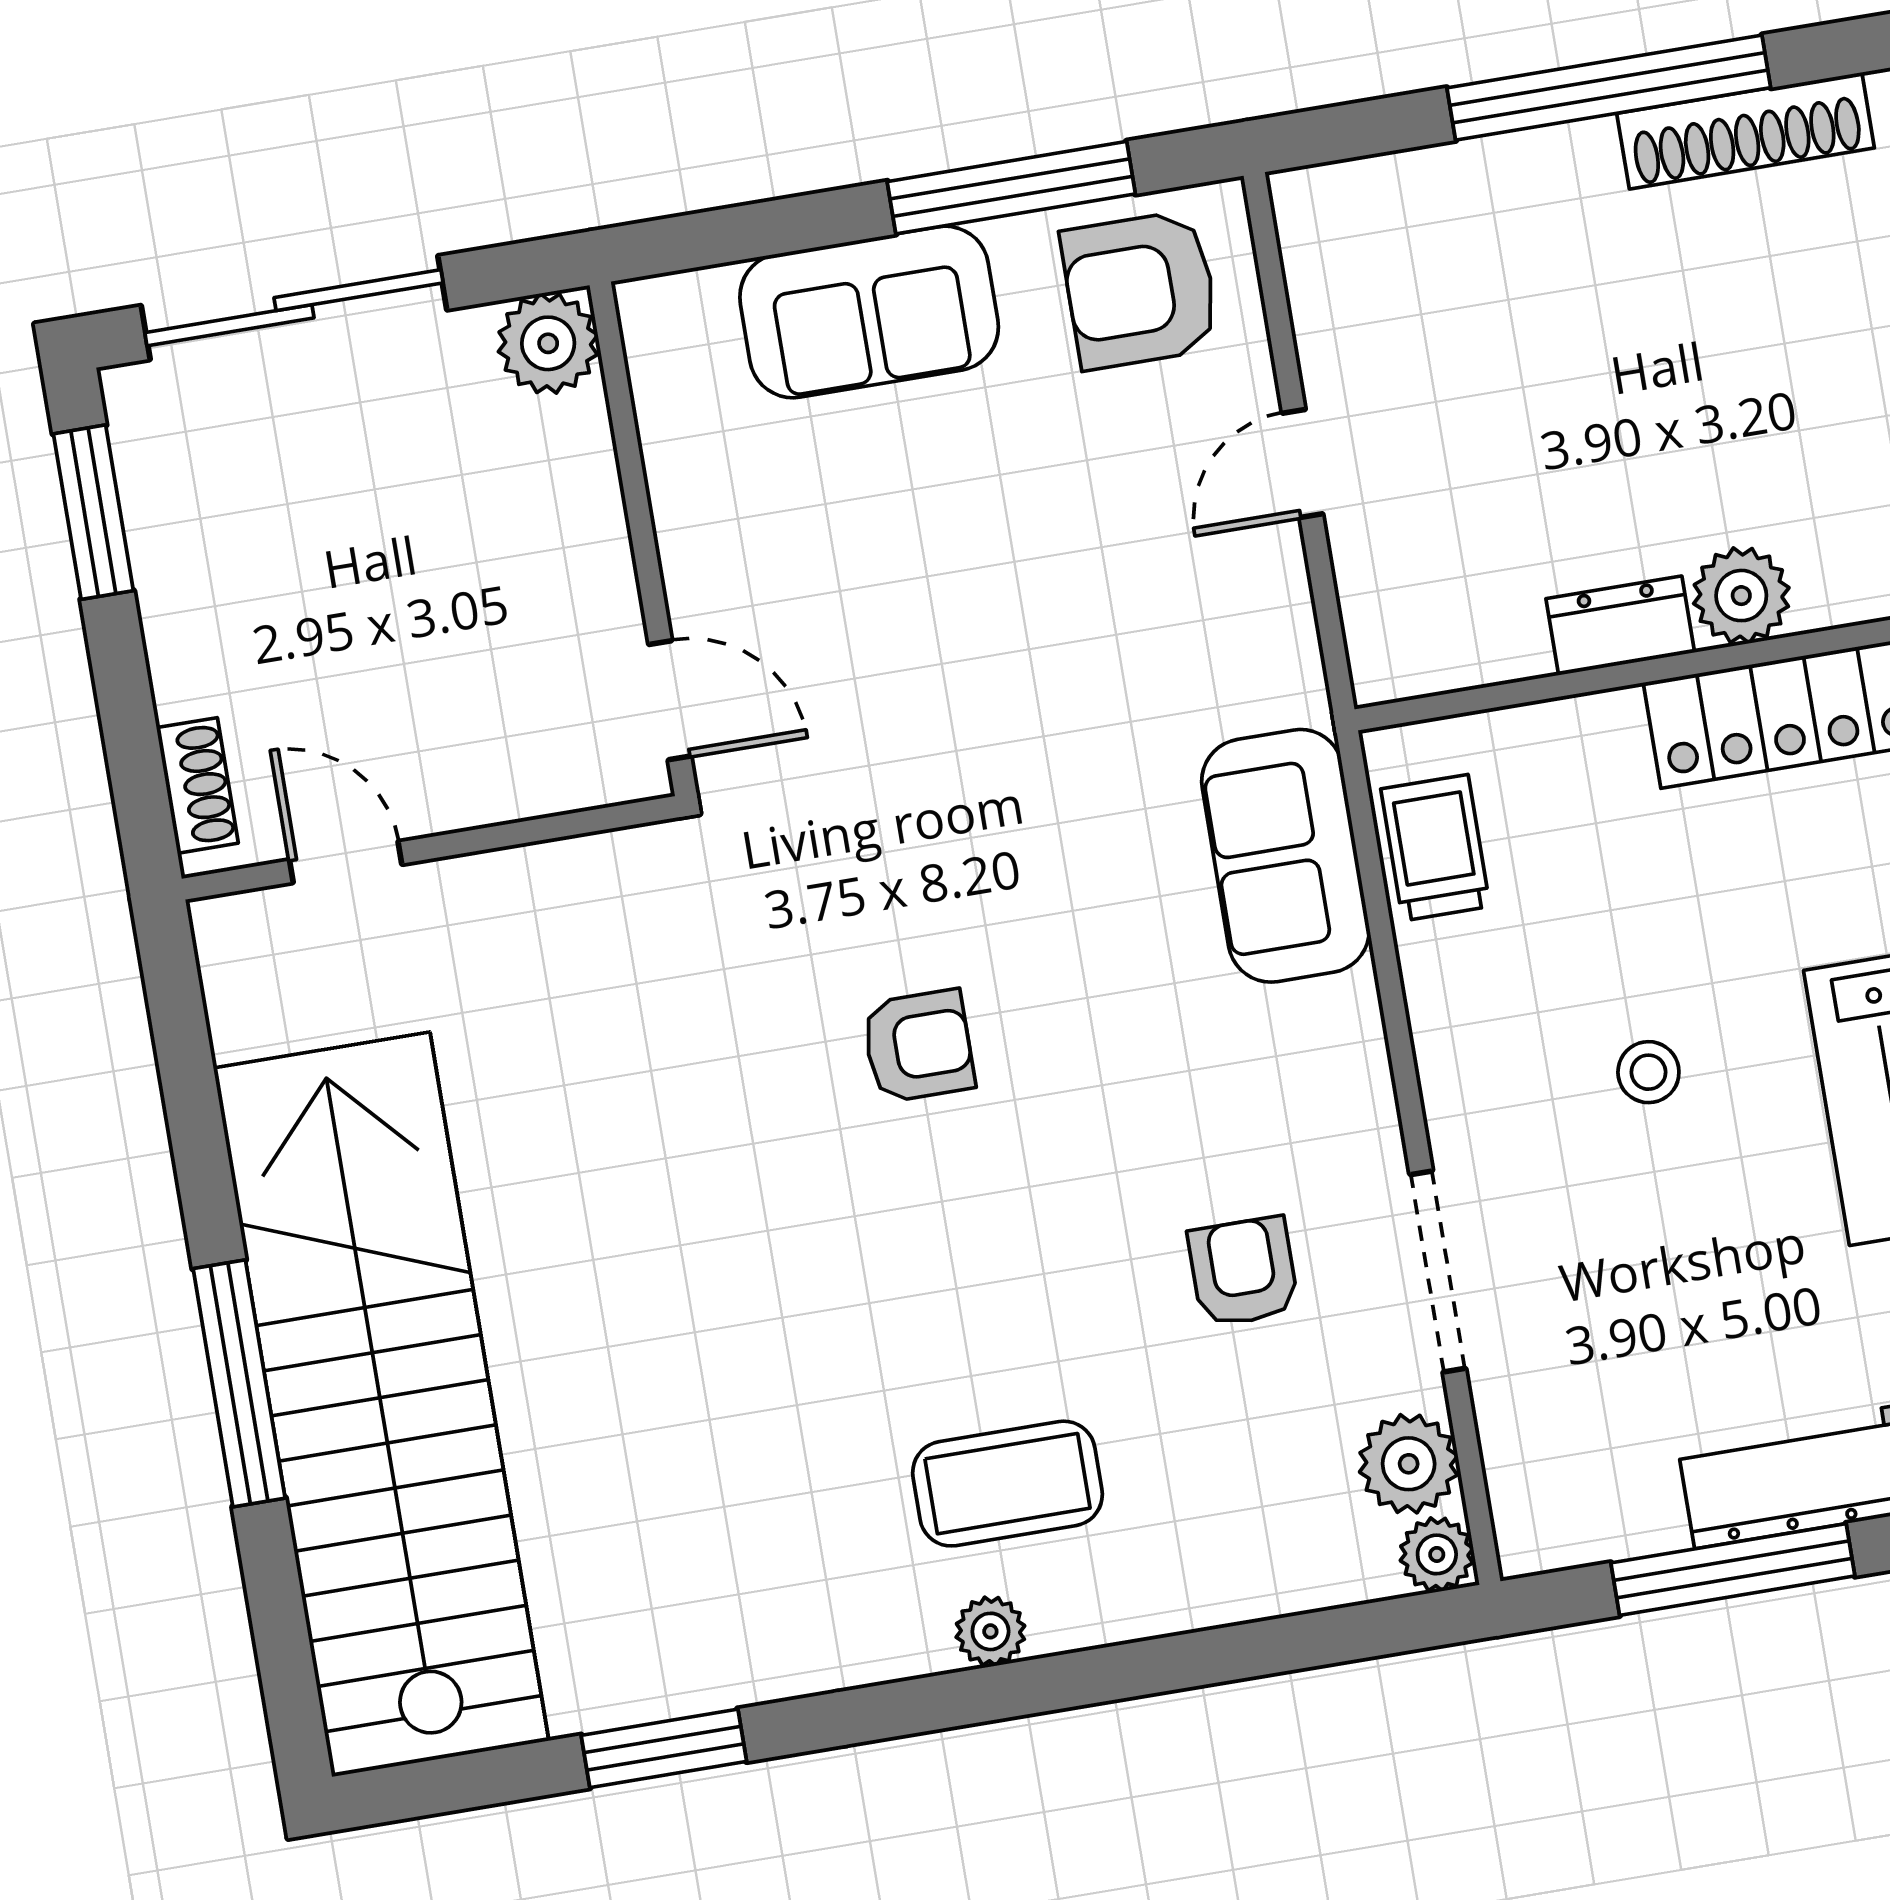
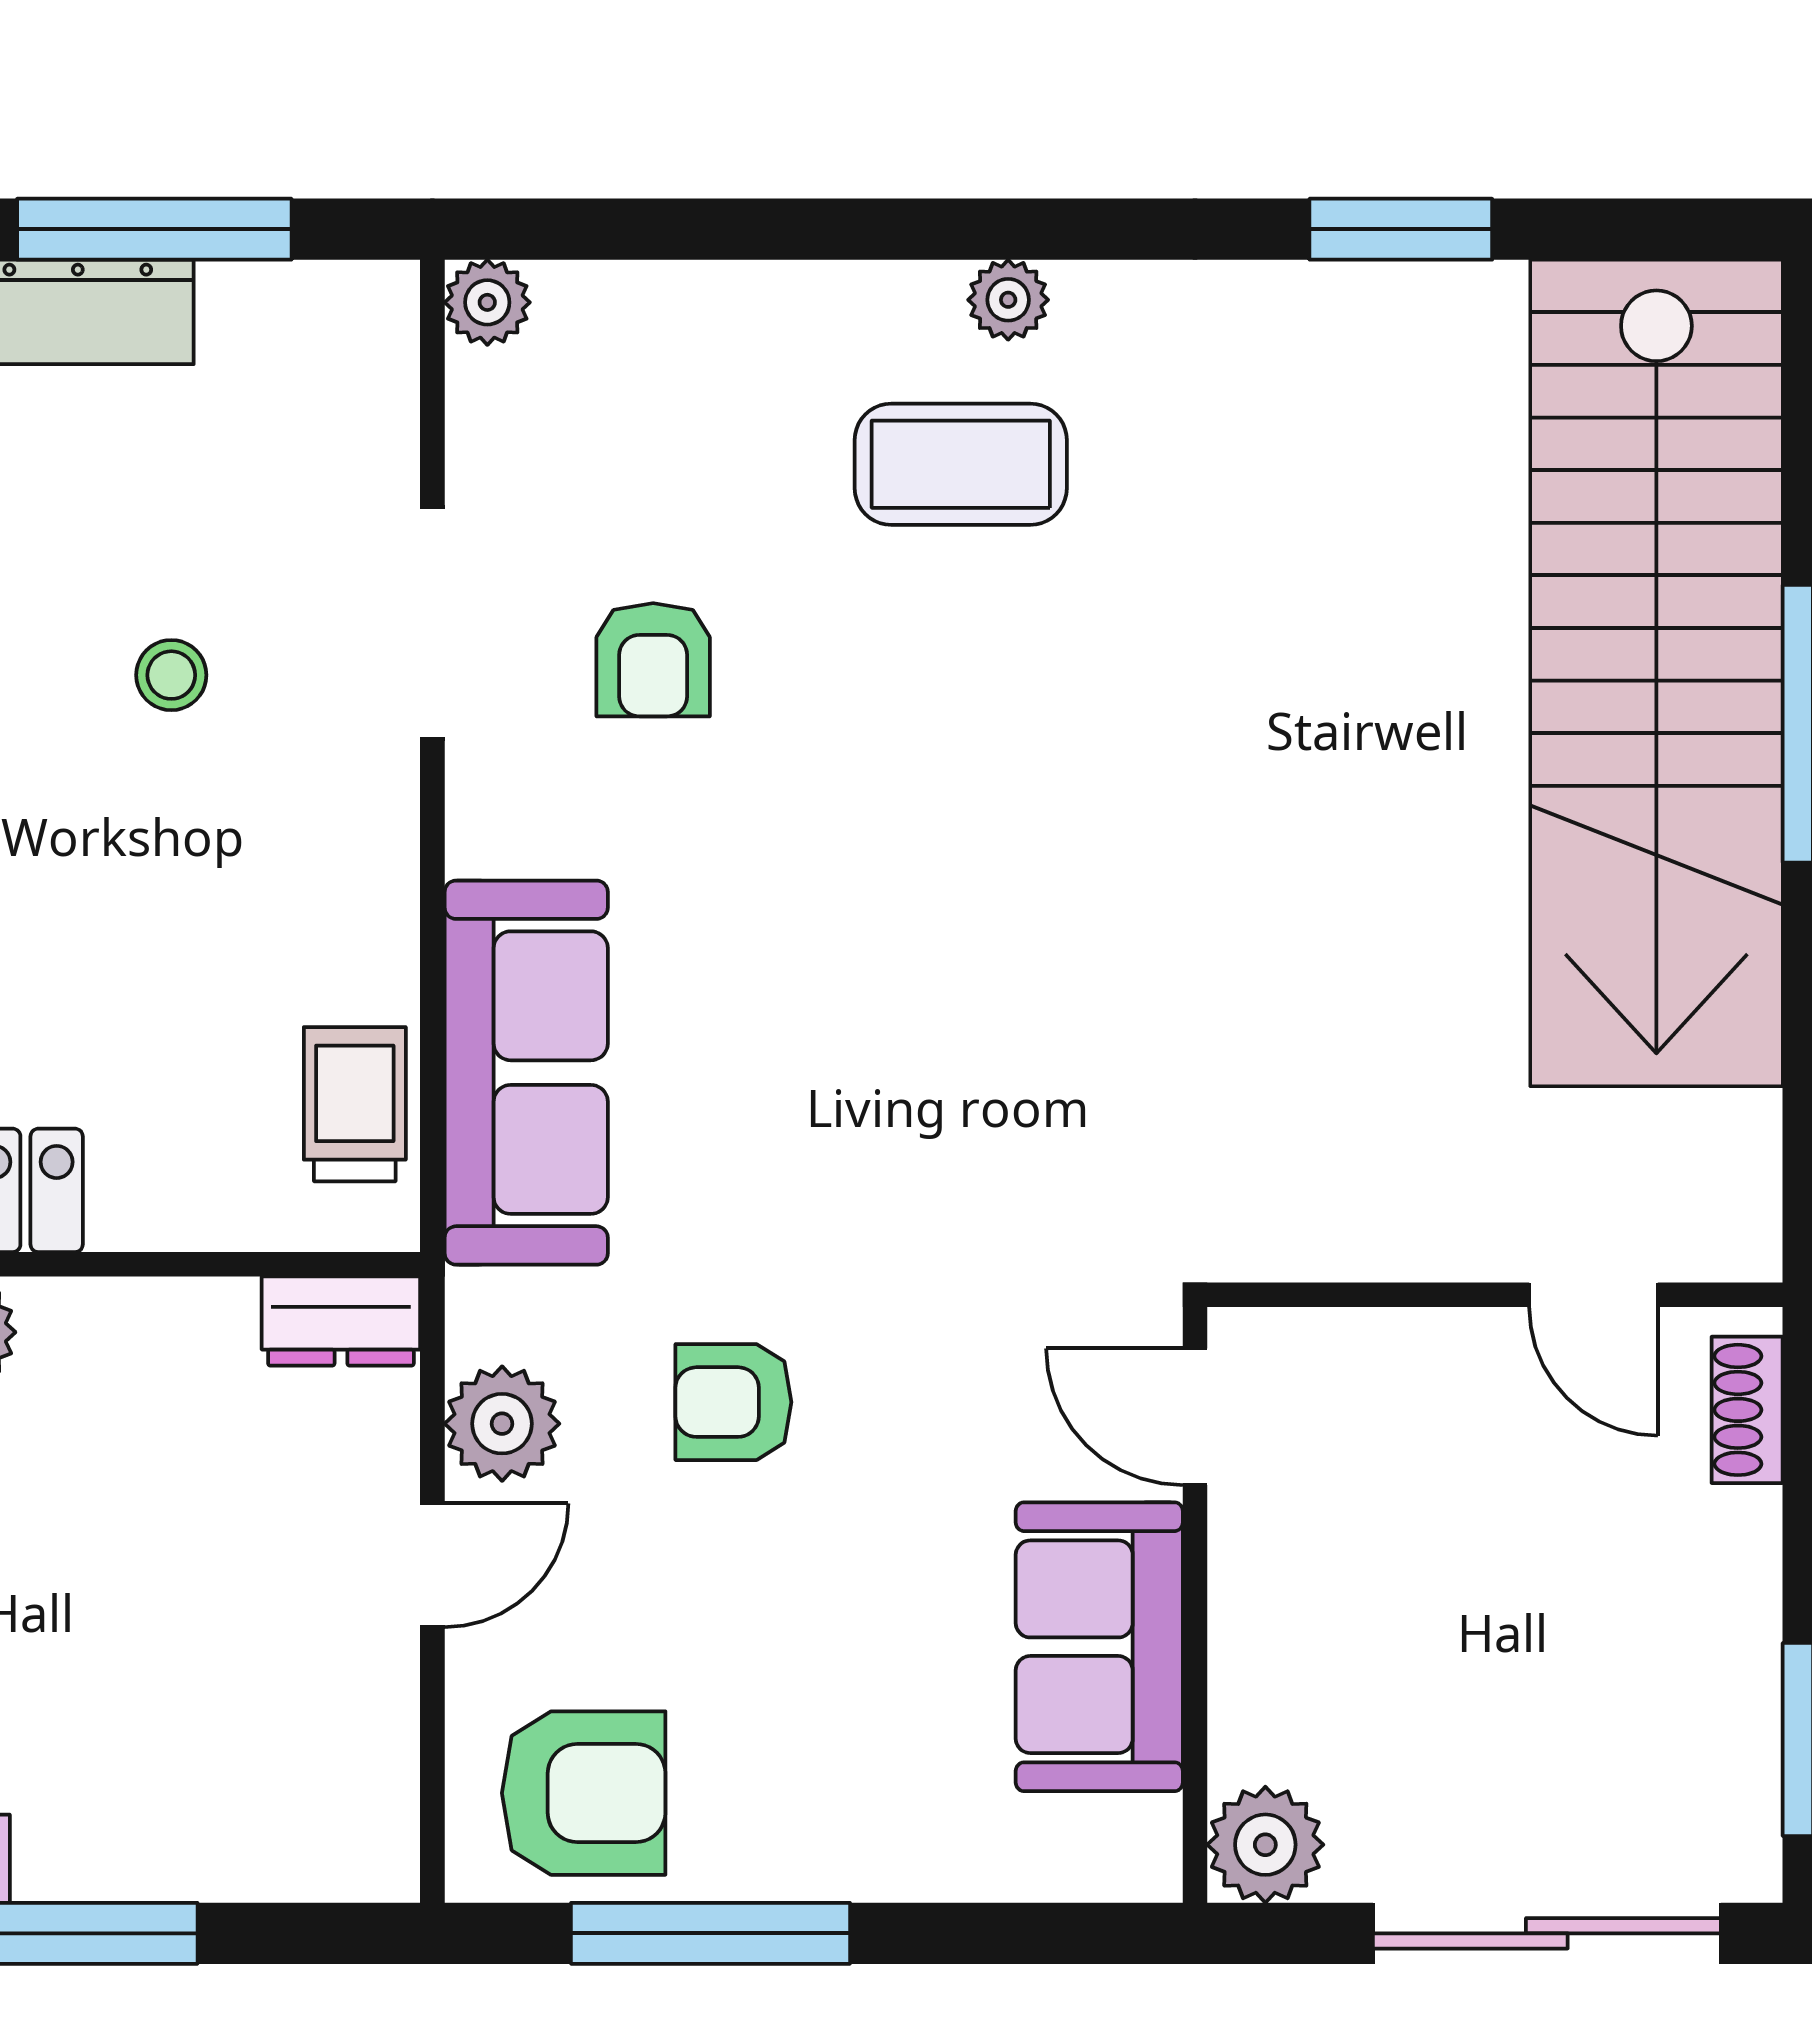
sofa: (869, 312) -> (1099, 1647), moved, turned -90
dresser: (1620, 626) -> (341, 1321), moved
trolley: (1435, 848) -> (355, 1104), turned 180
sofa: (1286, 856) -> (526, 1073), width x1.36
armchair: (918, 1046) -> (733, 1402), moved
stool: (1648, 1072) -> (171, 675), moved
plant: (1409, 1464) -> (502, 1424), moved

